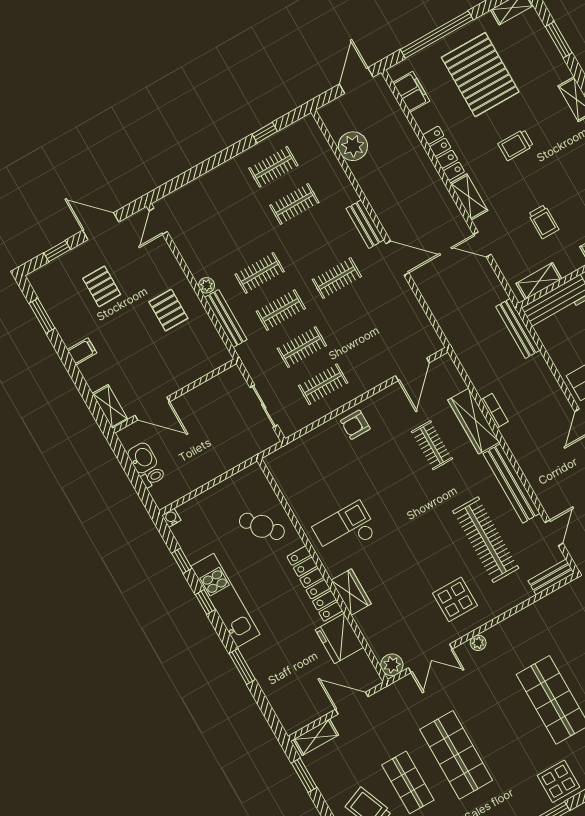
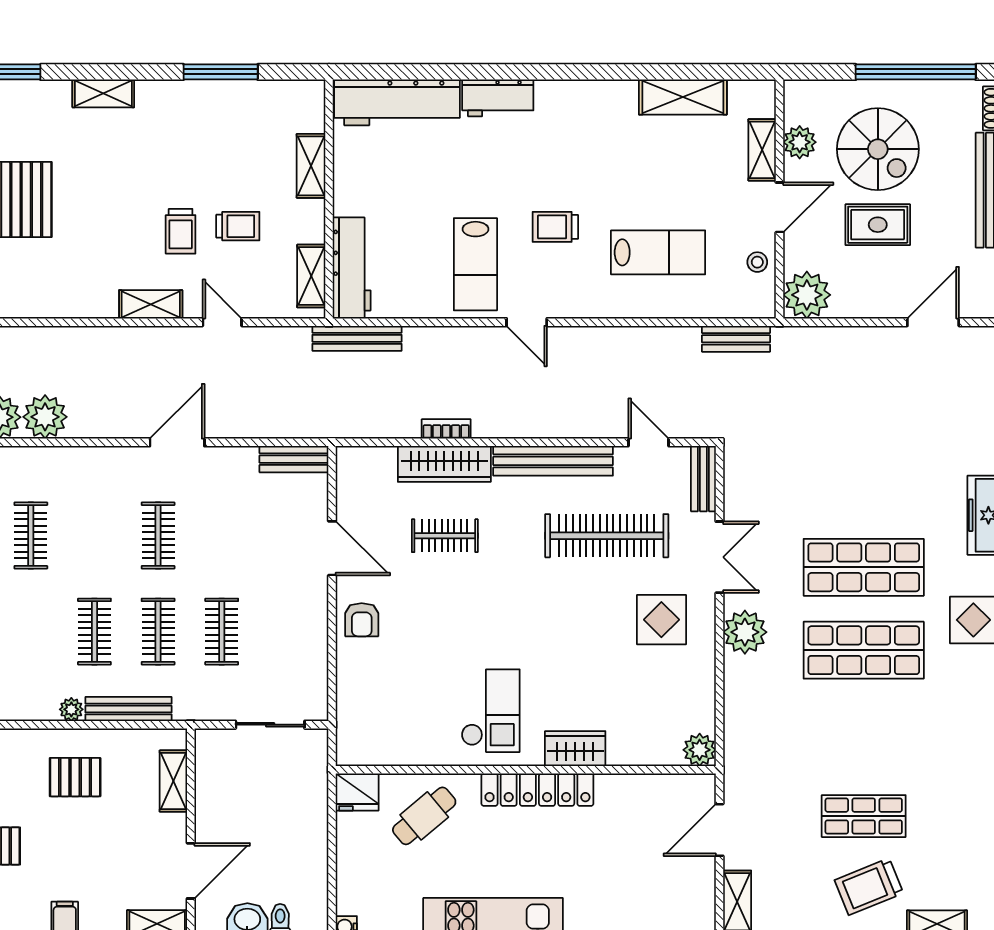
trolley: (516, 145) -> (181, 231), moved
locker: (444, 153) -> (75, 305), removed
plant: (368, 173) -> (45, 417), added
bench: (365, 224) -> (294, 459), moved
door: (482, 244) -> (222, 322), swing flipped
shelving: (199, 369) -> (173, 781), added
door: (412, 369) -> (332, 548), moved
clothes rail: (323, 384) -> (285, 632), removed
checkout: (345, 530) -> (491, 711), turned 180
fridge: (339, 638) -> (357, 792), moved, width x0.73, depth x0.75
plant: (478, 643) -> (745, 632), width x1.87, depth x1.87
double door: (430, 658) -> (720, 557), moved
shop shelf: (456, 755) -> (864, 650), moved

